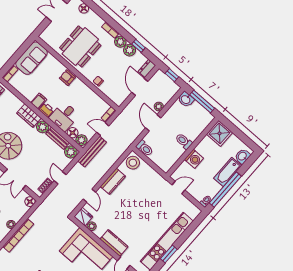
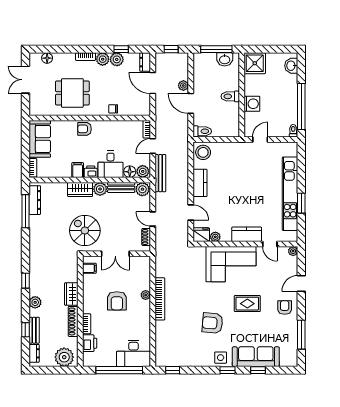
dining table: (80, 47) -> (72, 93), width x0.73
washbasin: (186, 99) -> (225, 59), moved
bathtub: (228, 172) -> (290, 90), removed
floor lamp: (30, 202) -> (145, 262), removed

